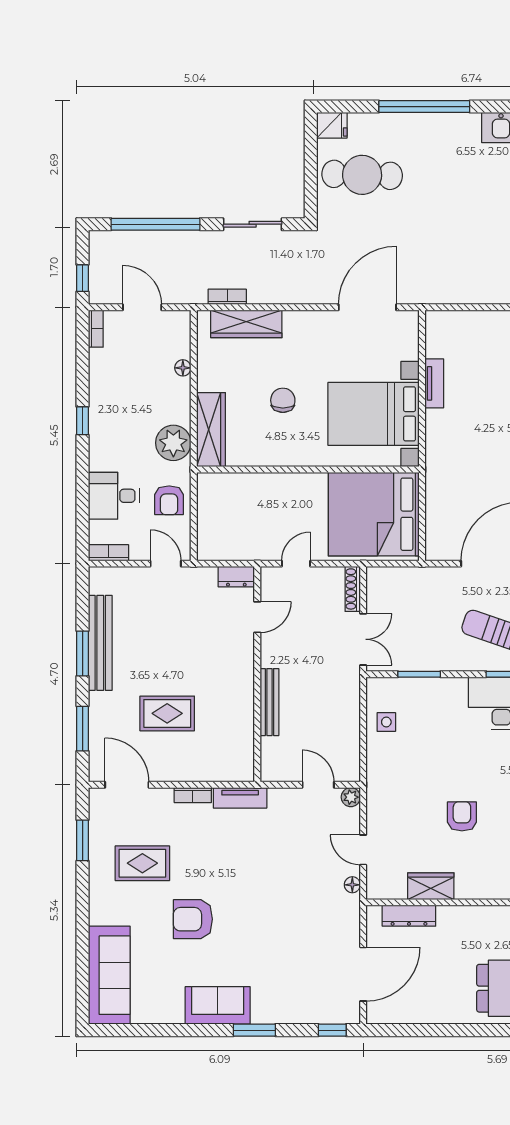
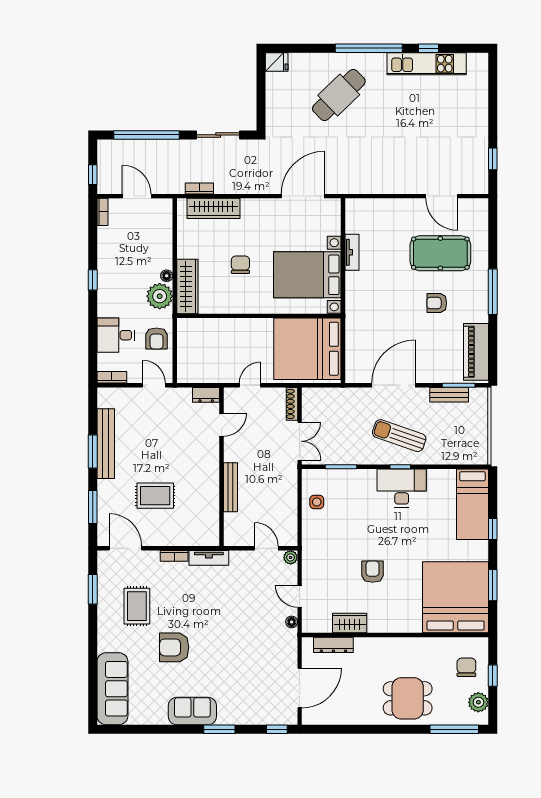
window: (424, 107) -> (369, 48), moved
cafe table: (362, 175) -> (339, 95), moved, turned -46
floor lamp: (183, 368) -> (167, 276), moved
rug: (142, 863) -> (137, 606), turned 90

